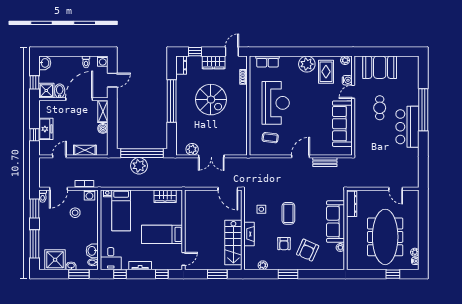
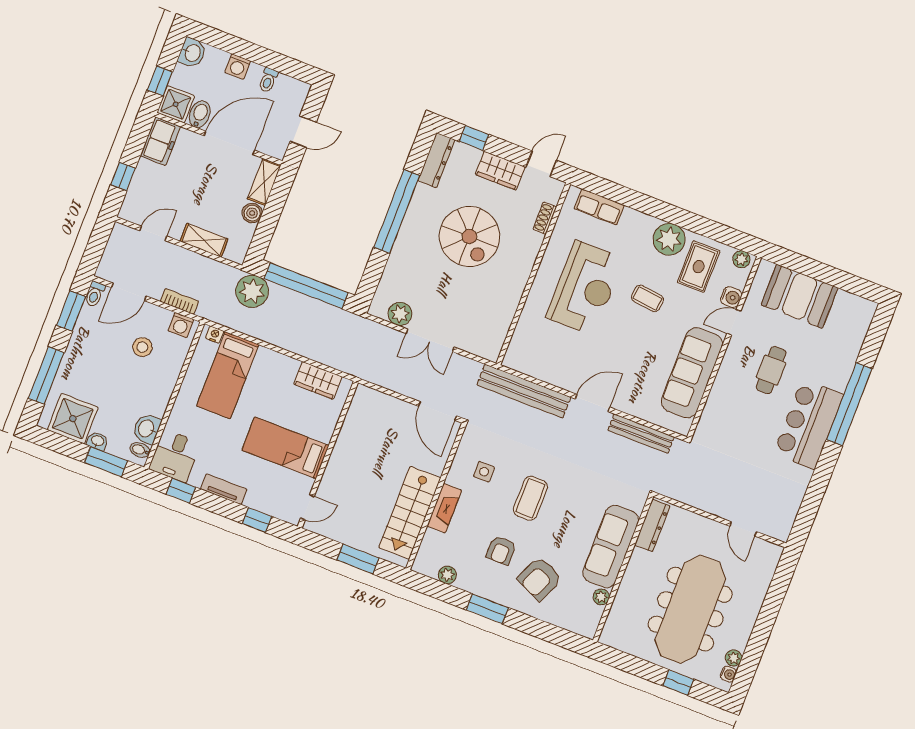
washing machine: (103, 61) -> (238, 67), moved
dresser: (181, 65) -> (436, 160), width x1.44
freezer: (46, 129) -> (160, 141), moved
coffee table: (270, 138) -> (647, 298), moved
bench: (325, 162) -> (641, 434), width x1.36
bench: (265, 163) -> (524, 391), added
plant: (139, 166) -> (252, 291), moved

